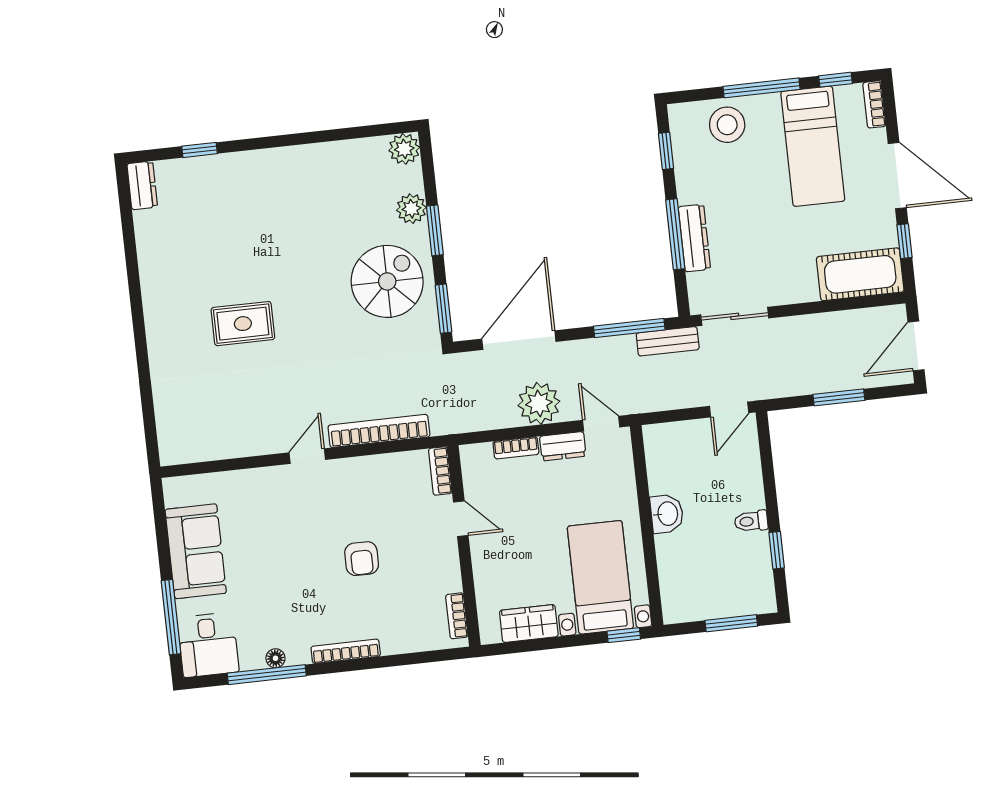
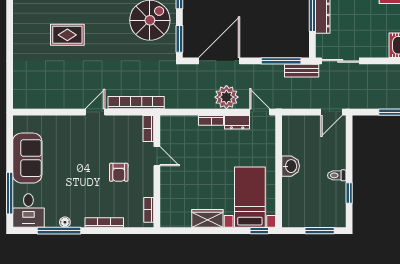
bookcase: (440, 471) -> (148, 129), moved
door: (461, 519) -> (157, 156), moved
wall: (464, 546) -> (157, 171), moved
bookcase: (457, 616) -> (149, 210), moved

